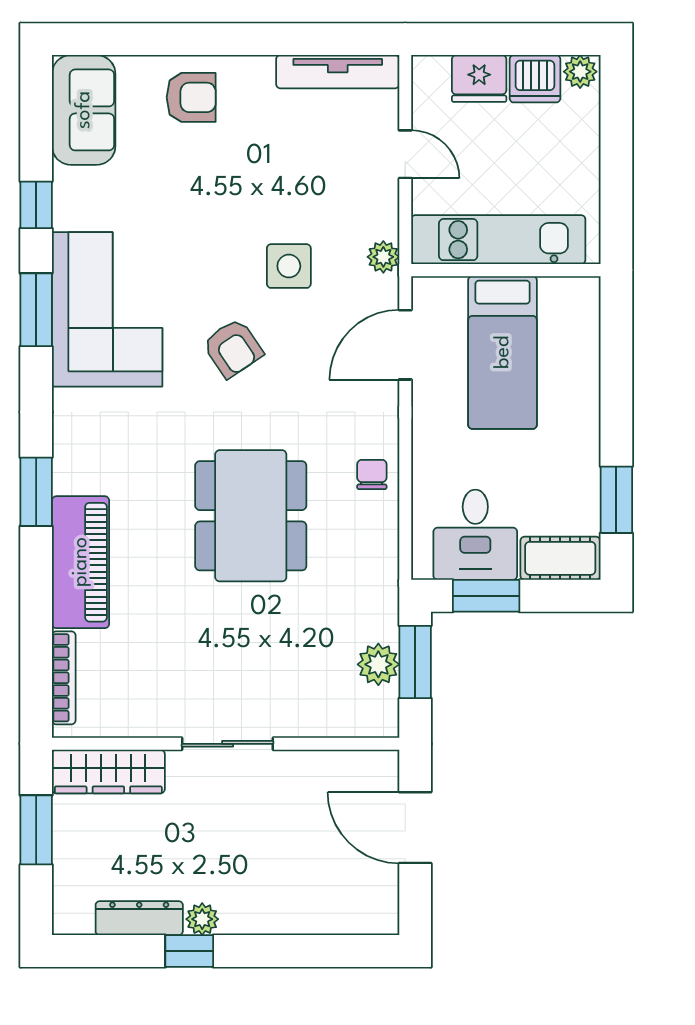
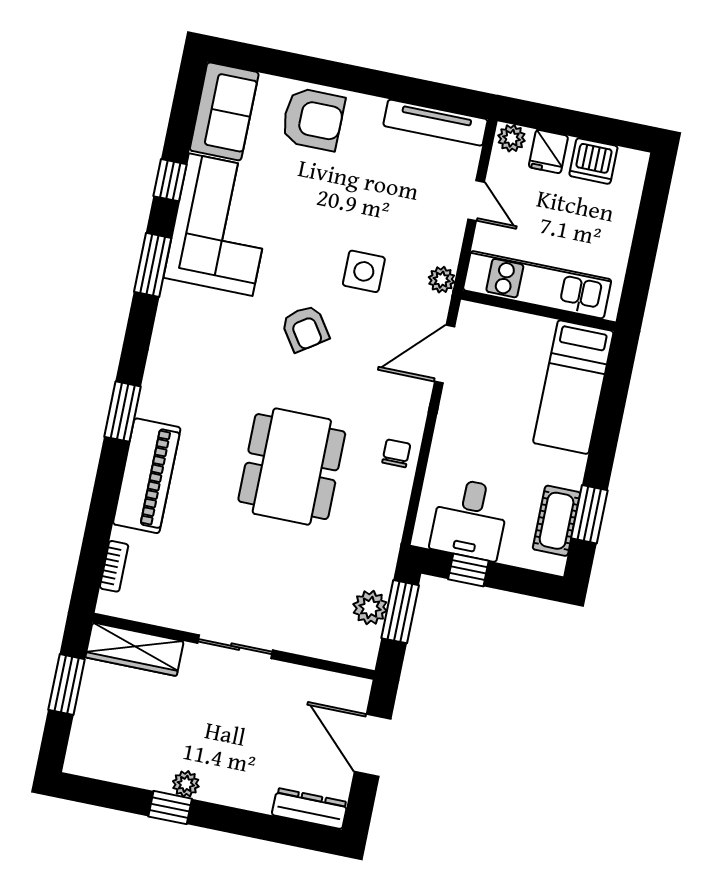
plant: (580, 72) -> (512, 138), moved
fridge: (479, 78) -> (548, 152), width x0.72
armchair: (191, 97) -> (313, 119), width x1.38, depth x1.38
corner sofa: (107, 309) -> (221, 225), moved
bed: (503, 352) -> (573, 387), moved
cot: (560, 558) -> (557, 521), moved, turned 90
window: (486, 596) -> (468, 570), width x0.67
bookcase: (64, 678) -> (114, 566), width x0.64
dresser: (139, 918) -> (310, 809), moved

